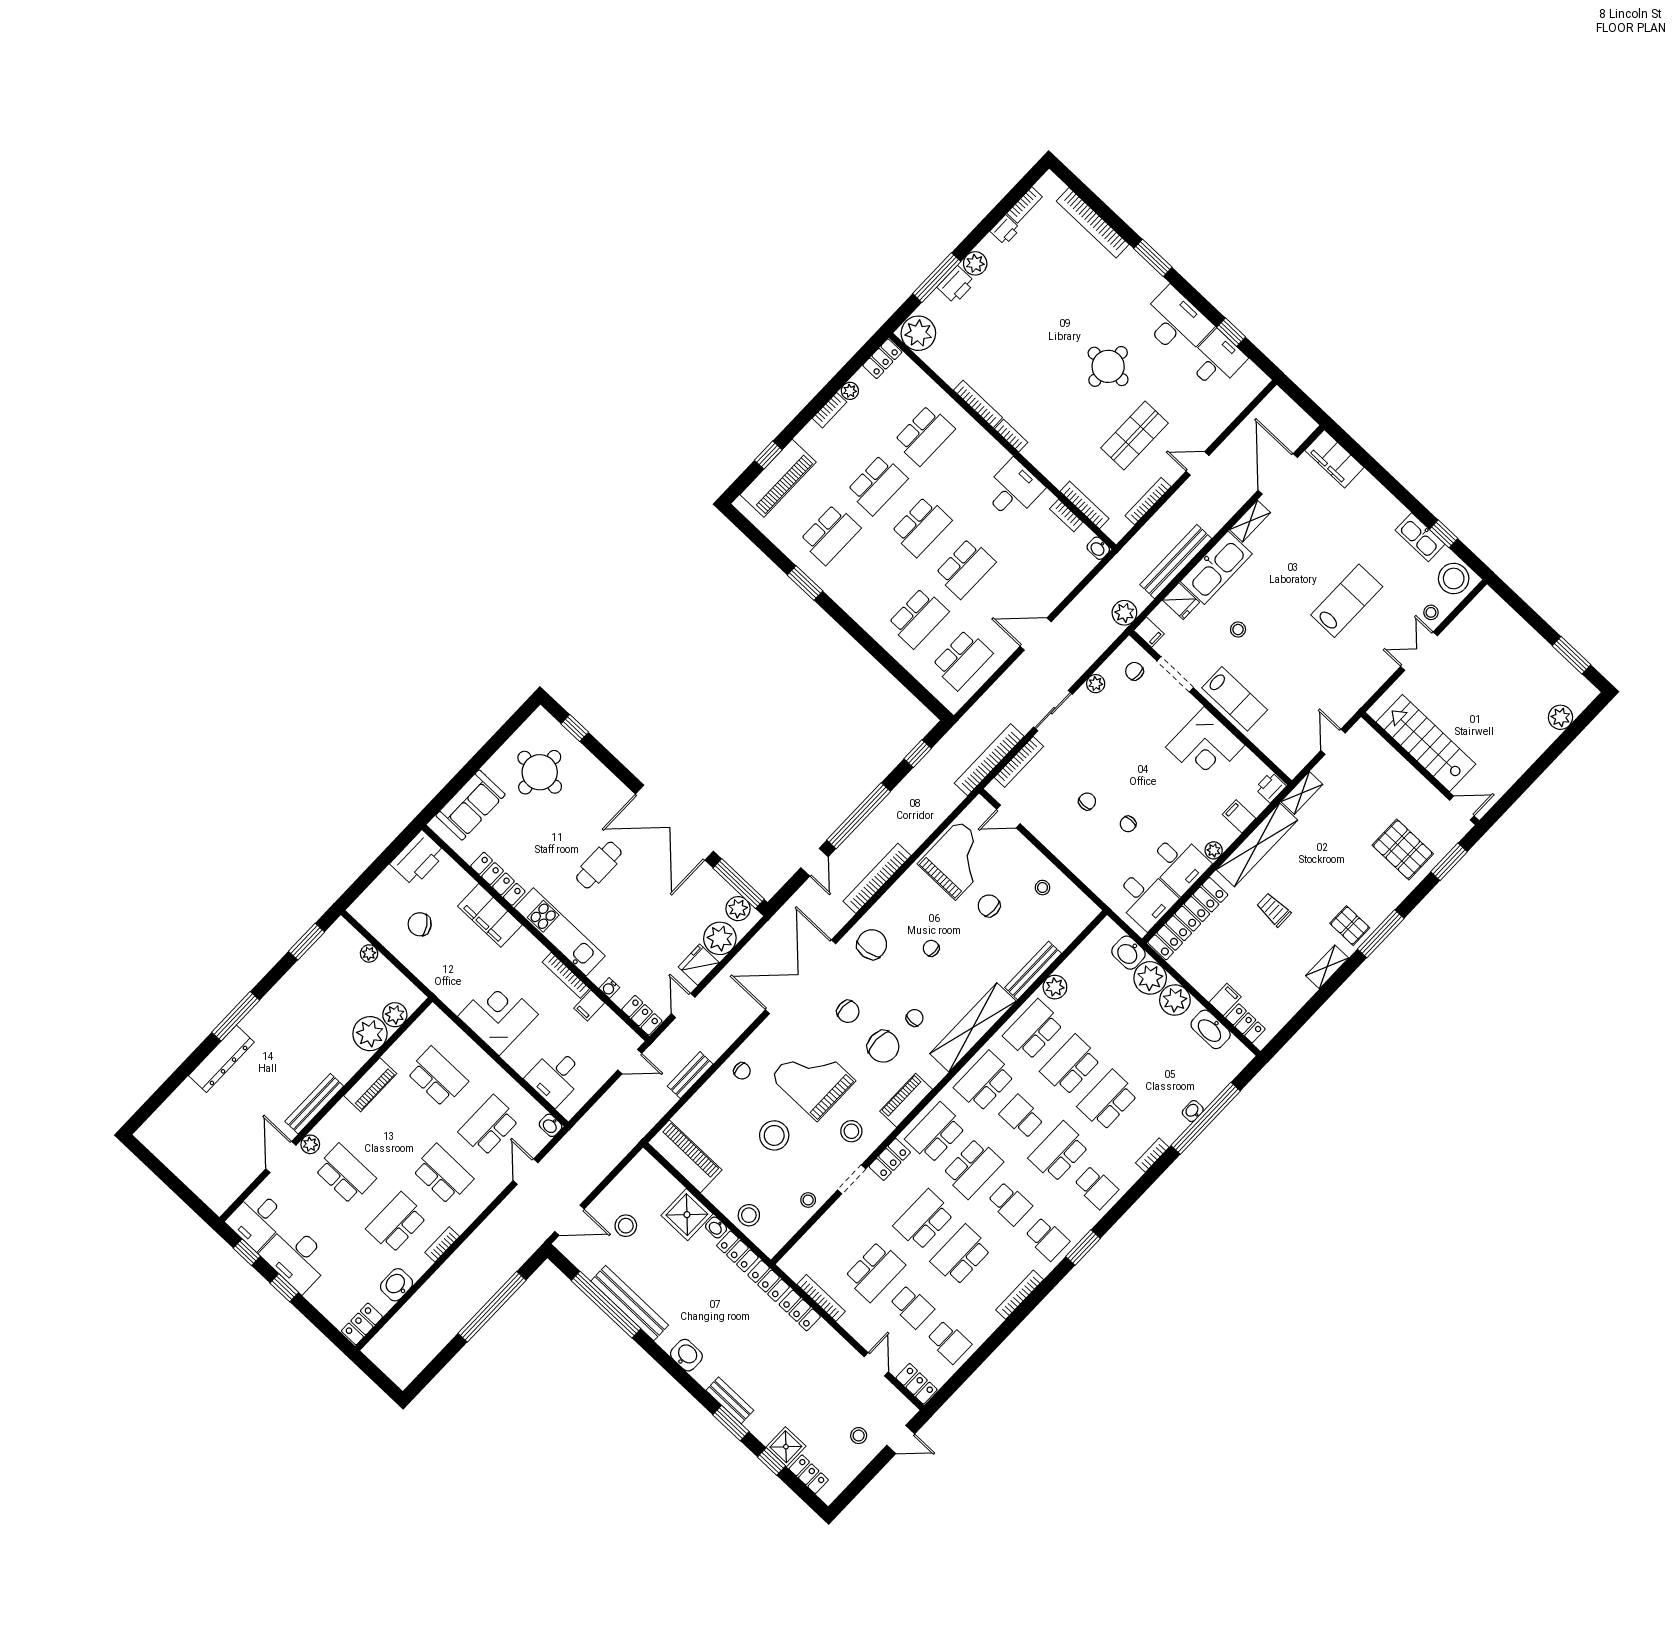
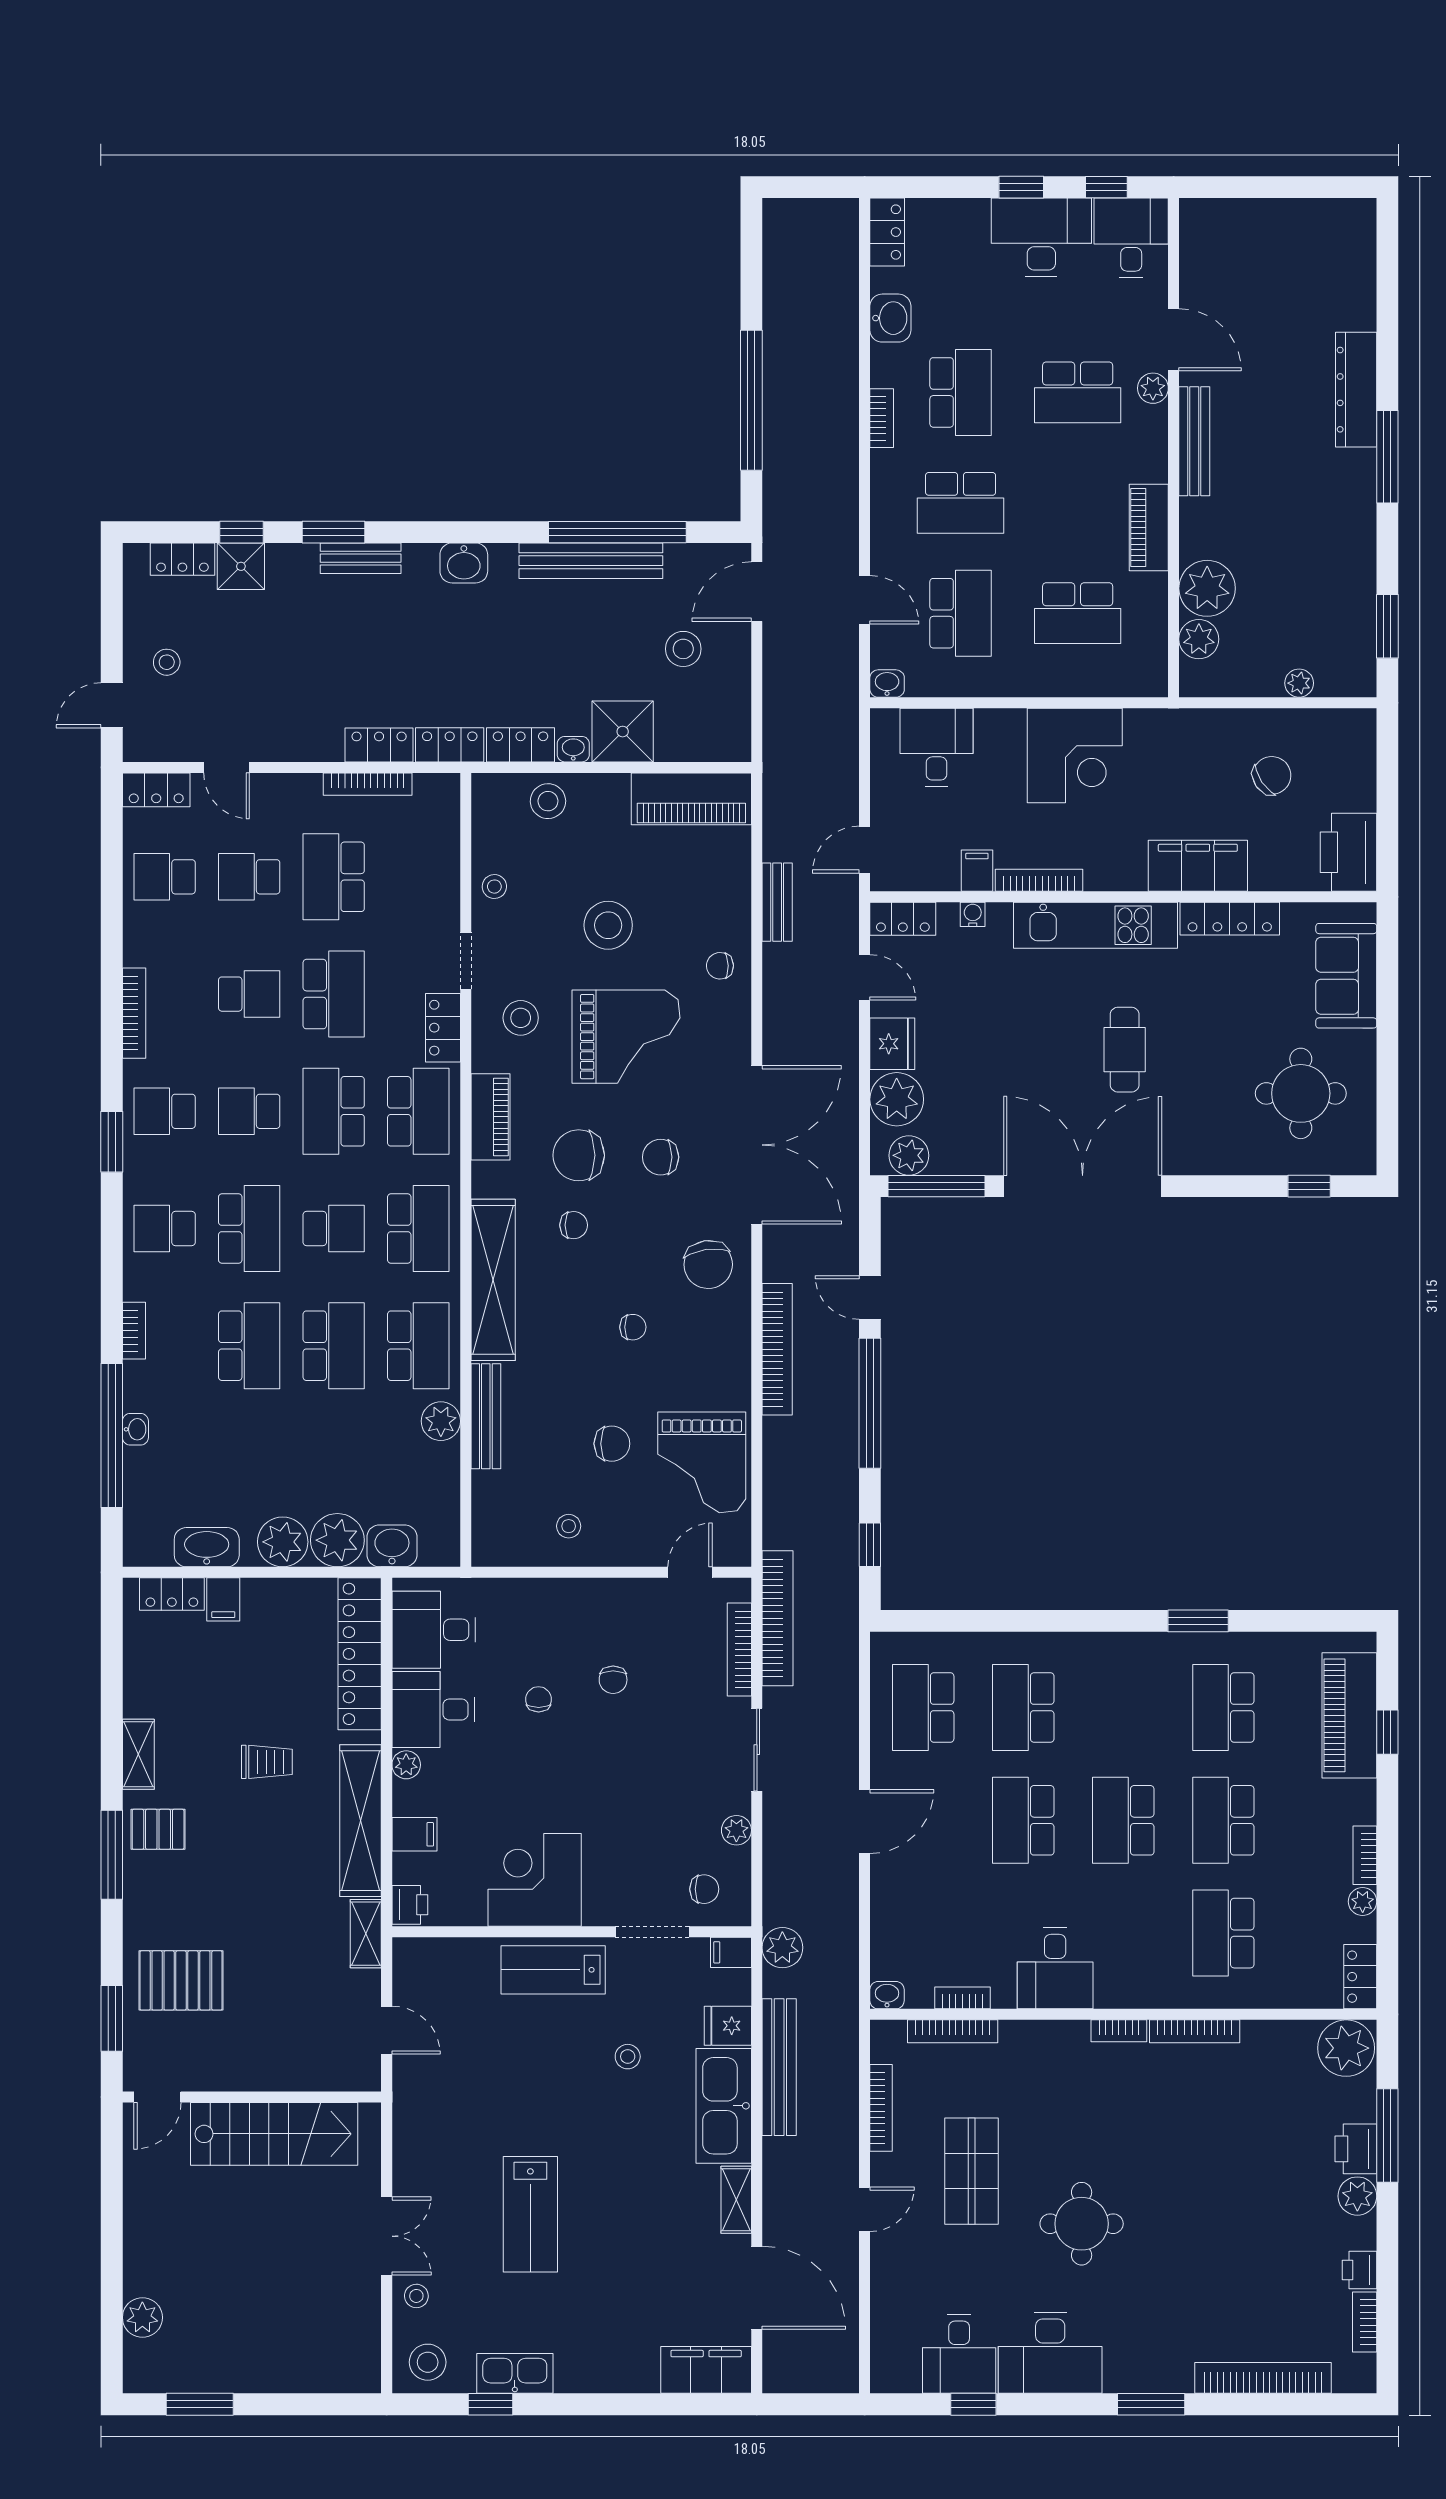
stool: (1454, 579) -> (428, 2362), width x0.73, depth x0.73
chair: (915, 1018) -> (574, 1225), turned -90
school desk: (961, 1255) -> (249, 994), width x0.54

